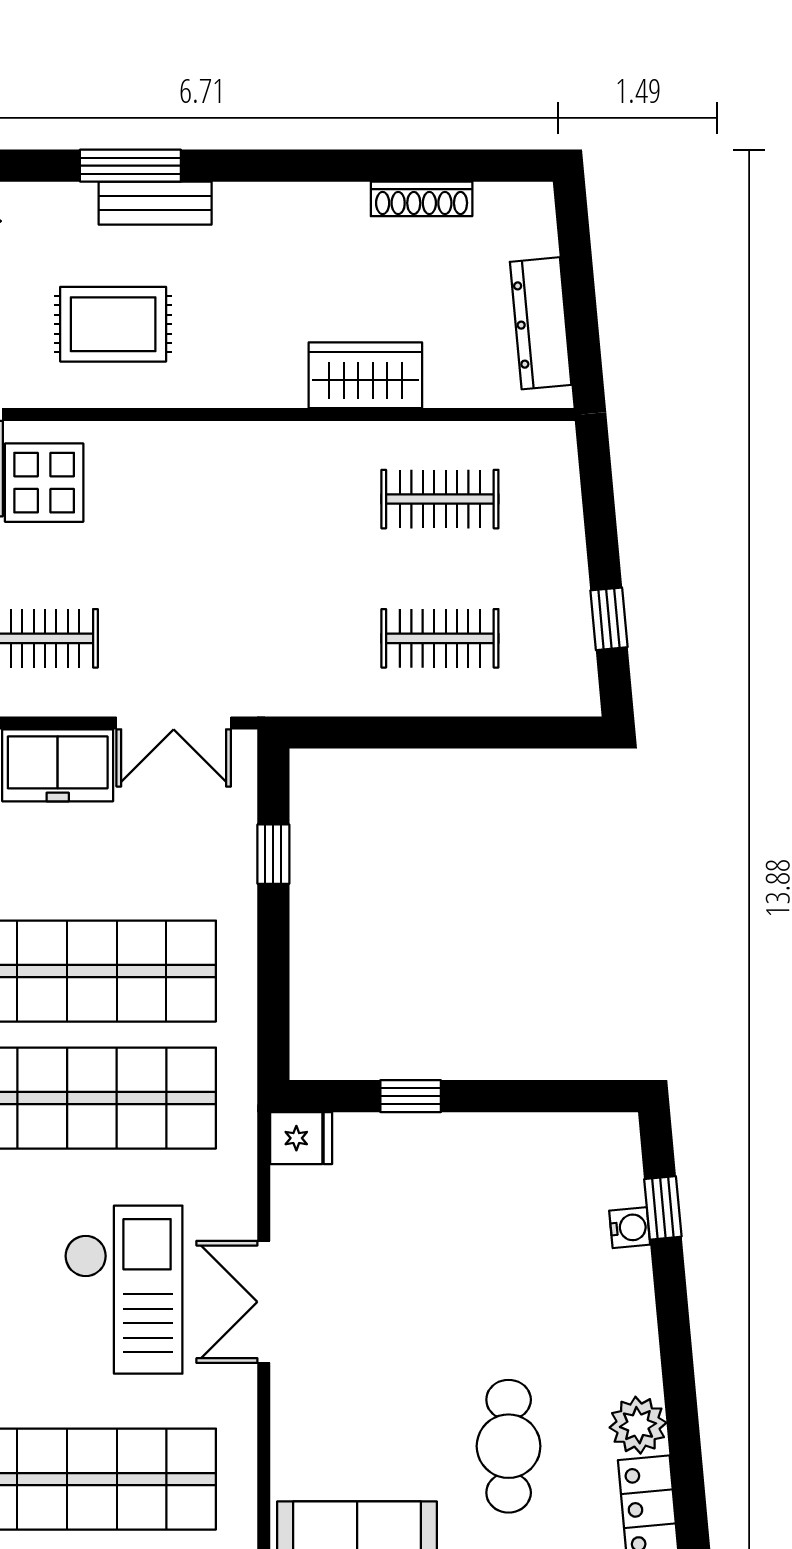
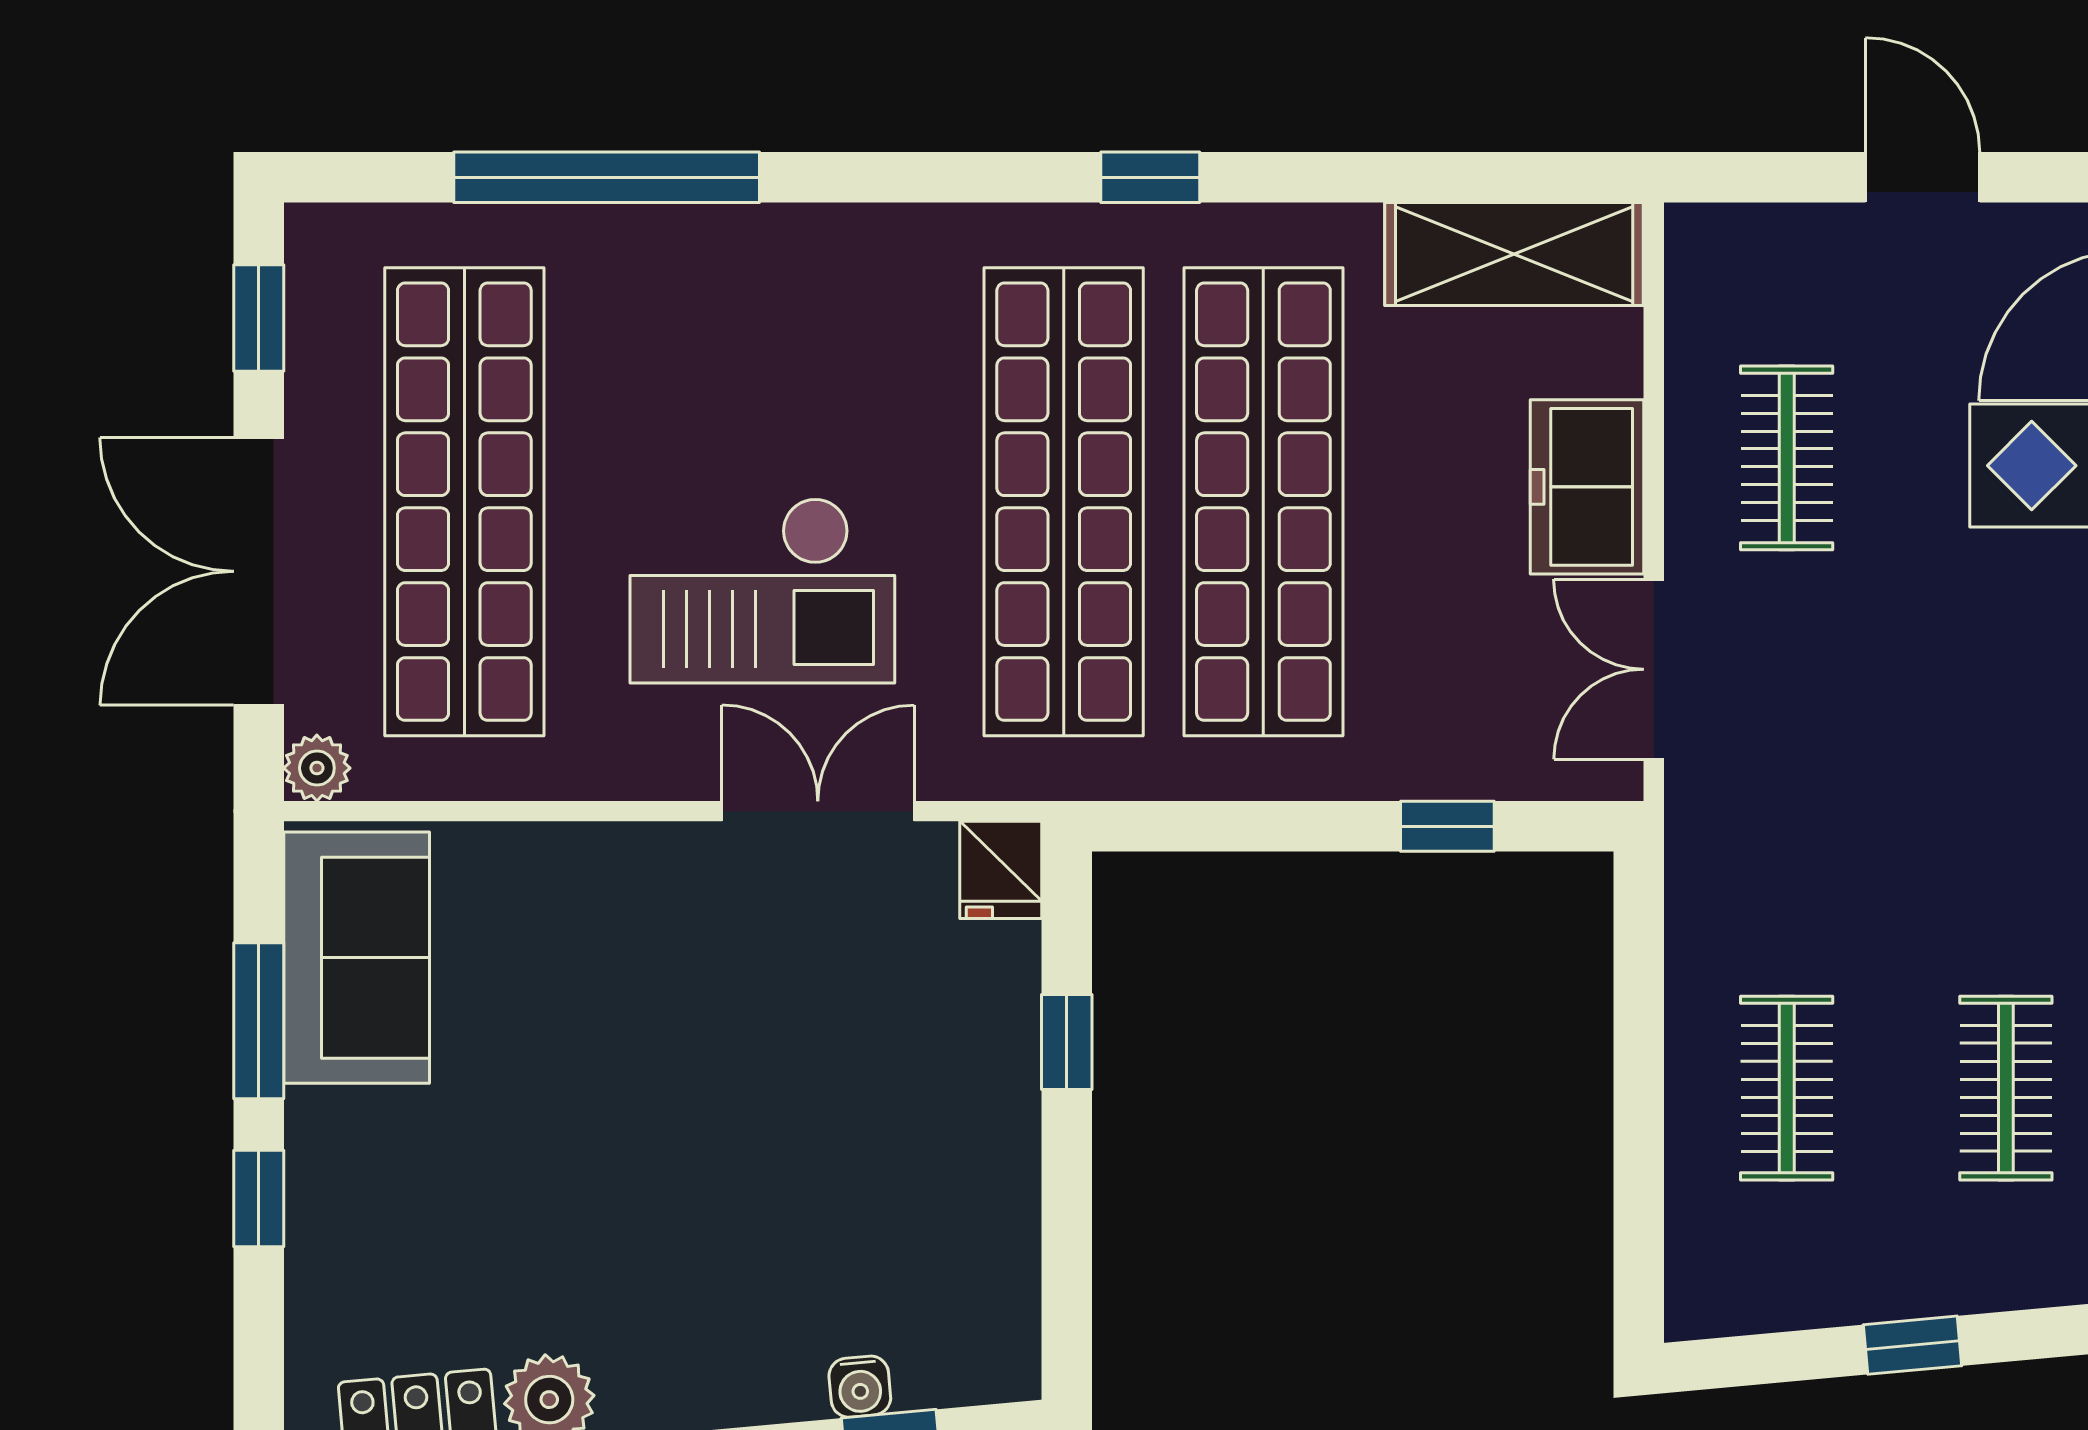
window: (609, 619) -> (1913, 1345), moved
double door: (264, 1302) -> (818, 811), moved
cafe table: (509, 1446) -> (516, 1196), removed

